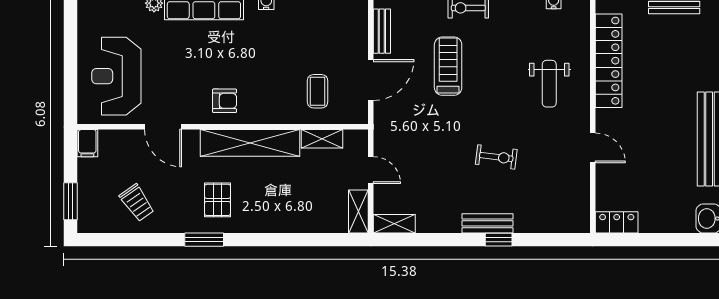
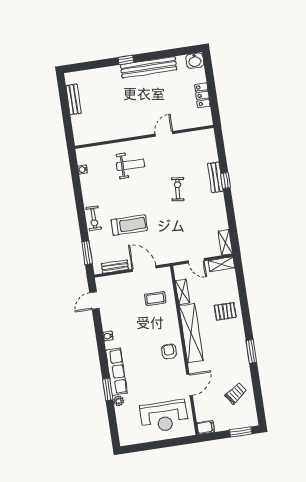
locker: (609, 61) -> (112, 132), removed
treadmill: (448, 66) -> (129, 225), turned 180
door: (371, 170) -> (196, 261), swing flipped
pallet: (218, 200) -> (225, 311), moved
locker: (617, 222) -> (202, 95), moved
bench: (488, 223) -> (215, 177), moved

